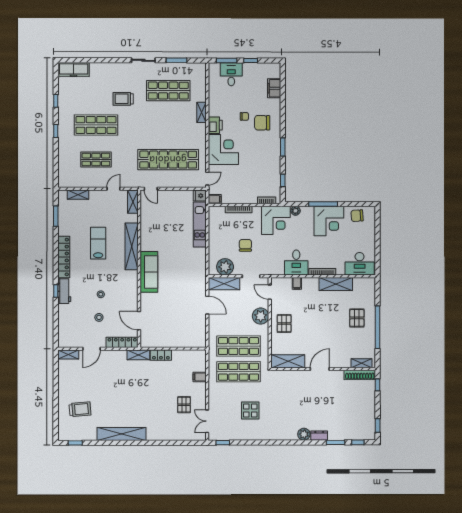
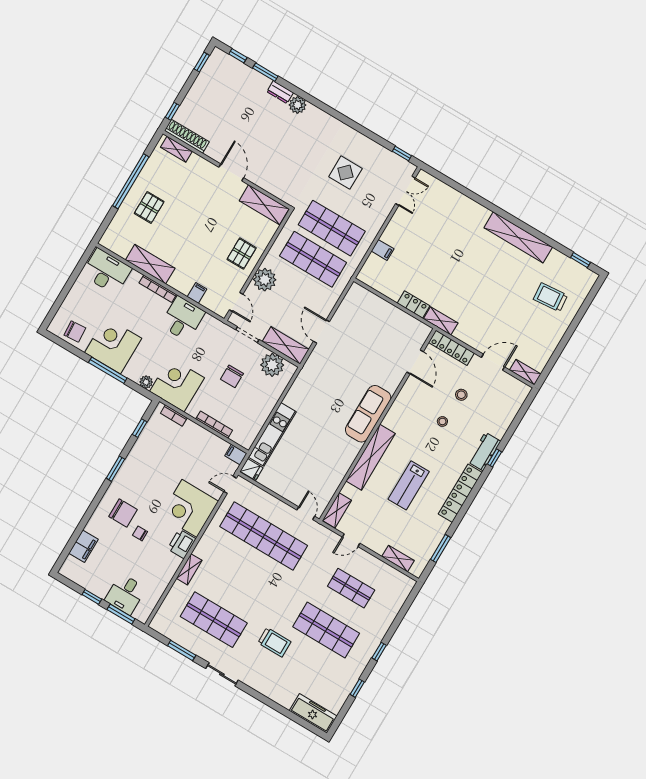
door: (320, 369) -> (231, 172), swing flipped
pallet: (184, 405) -> (422, 228), removed

